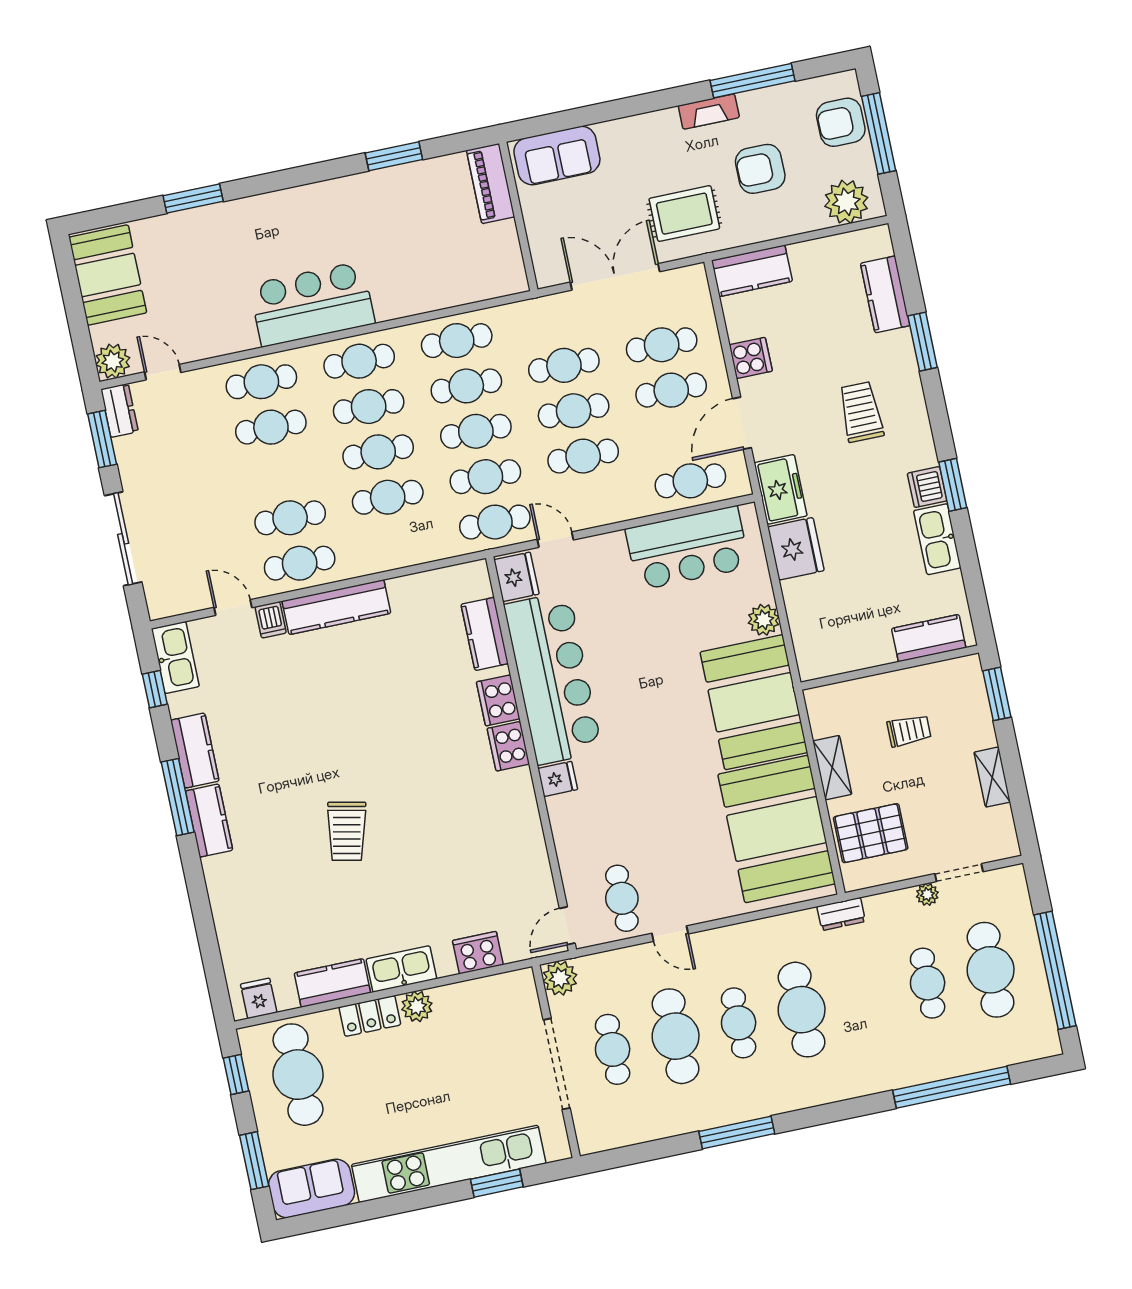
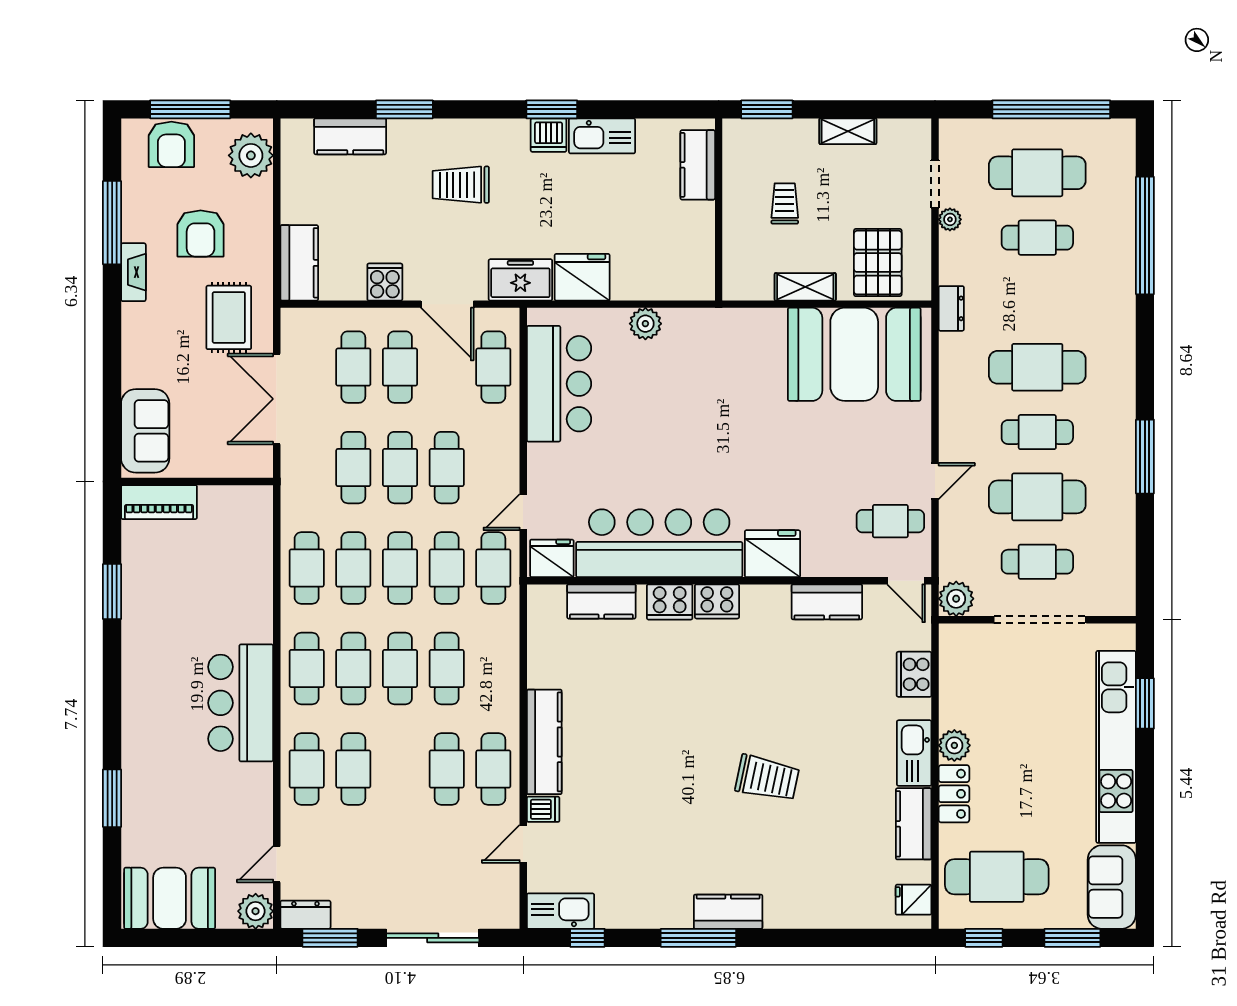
booth: (754, 702) -> (725, 350), removed
kitchen counter: (195, 751) -> (827, 602), moved, turned 180
fridge: (558, 779) -> (772, 554), width x1.88, depth x1.34

